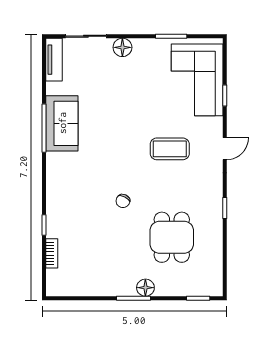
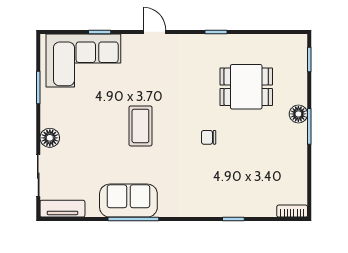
coffee table: (170, 149) -> (140, 126), moved
chair: (123, 201) -> (209, 137), turned 153
bookcase: (52, 253) -> (292, 211), moved

